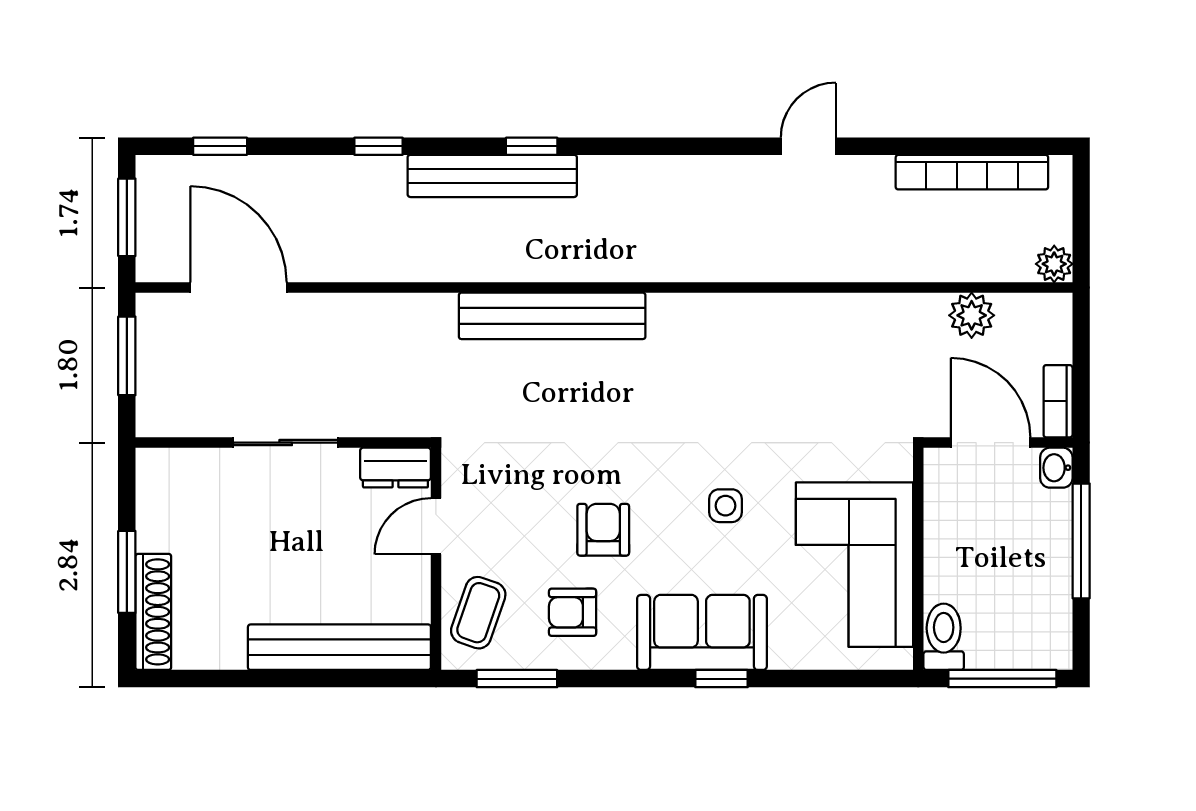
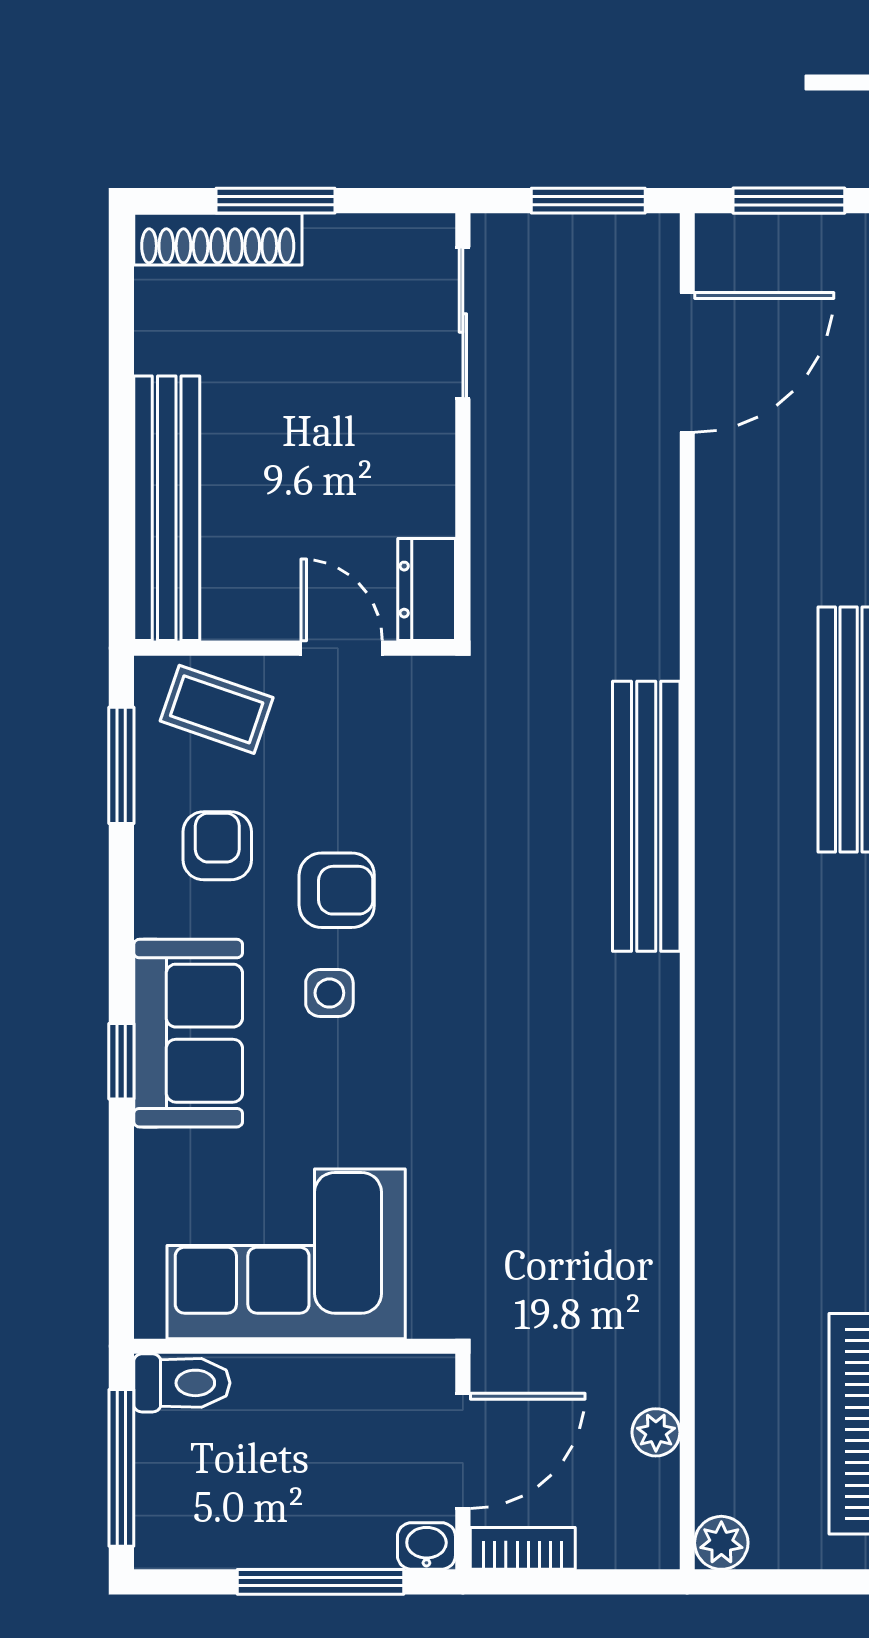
plant: (972, 315) -> (656, 1432), width x0.73, depth x0.73
sliding door: (286, 443) -> (463, 323), moved
side table: (726, 506) -> (329, 993), moved

